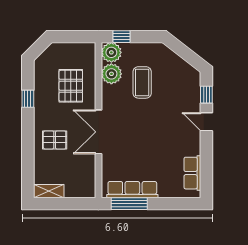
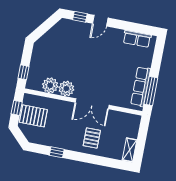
window: (74, 37) -> (17, 108), added
plant: (111, 52) -> (66, 89), moved
coffee table: (142, 82) -> (61, 63), removed
pallet: (71, 86) -> (33, 116), moved

